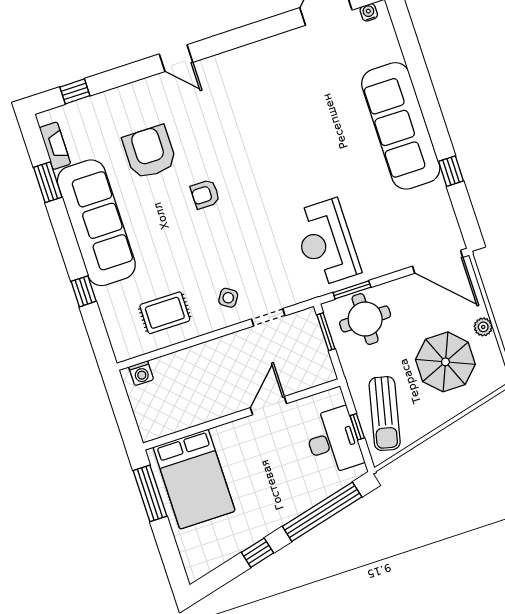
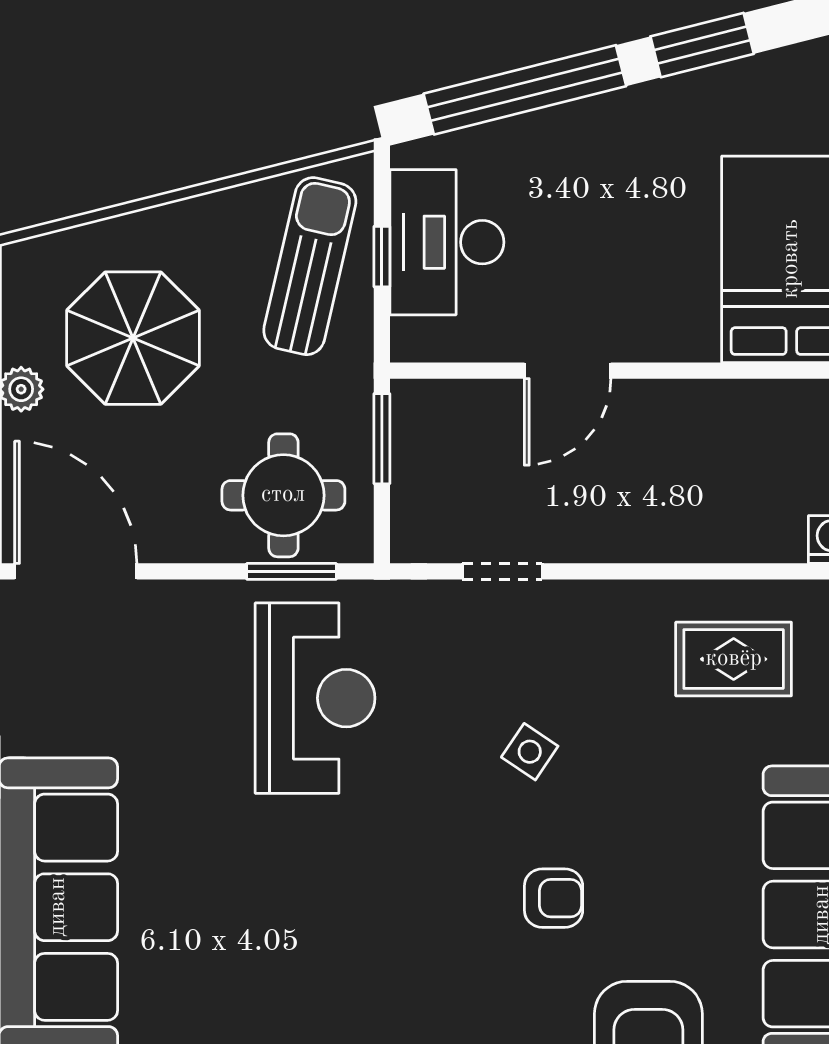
side table: (228, 298) -> (530, 752), moved
window: (326, 332) -> (382, 439), moved
window: (258, 553) -> (702, 45), width x1.50

